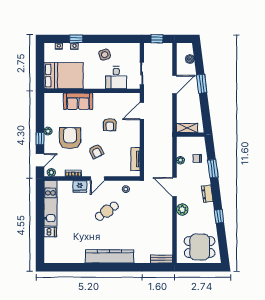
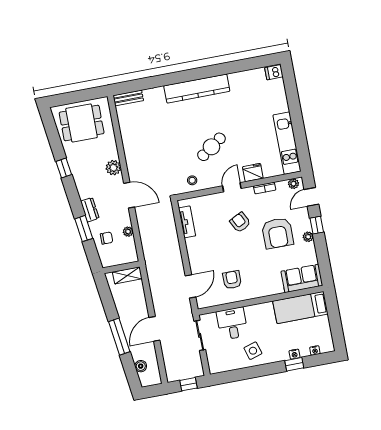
bed: (64, 76) -> (300, 307), width x0.67
window: (202, 84) -> (119, 337), width x1.44
sofa: (78, 101) -> (302, 278), moved
armchair: (110, 125) -> (232, 280), moved
dresser: (207, 194) -> (90, 210), moved
dishwasher: (50, 232) -> (274, 72), moved

